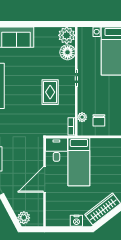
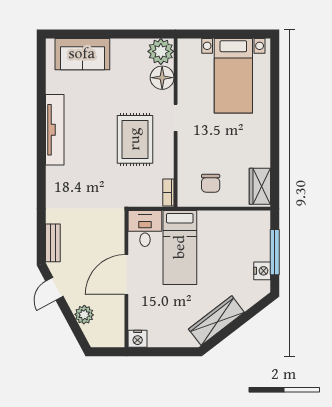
rug: (50, 92) -> (135, 139), width x1.36, depth x1.43
plant: (82, 117) -> (185, 178), removed
plant: (24, 218) -> (84, 315), moved
nightstand: (76, 221) -> (138, 339), moved

